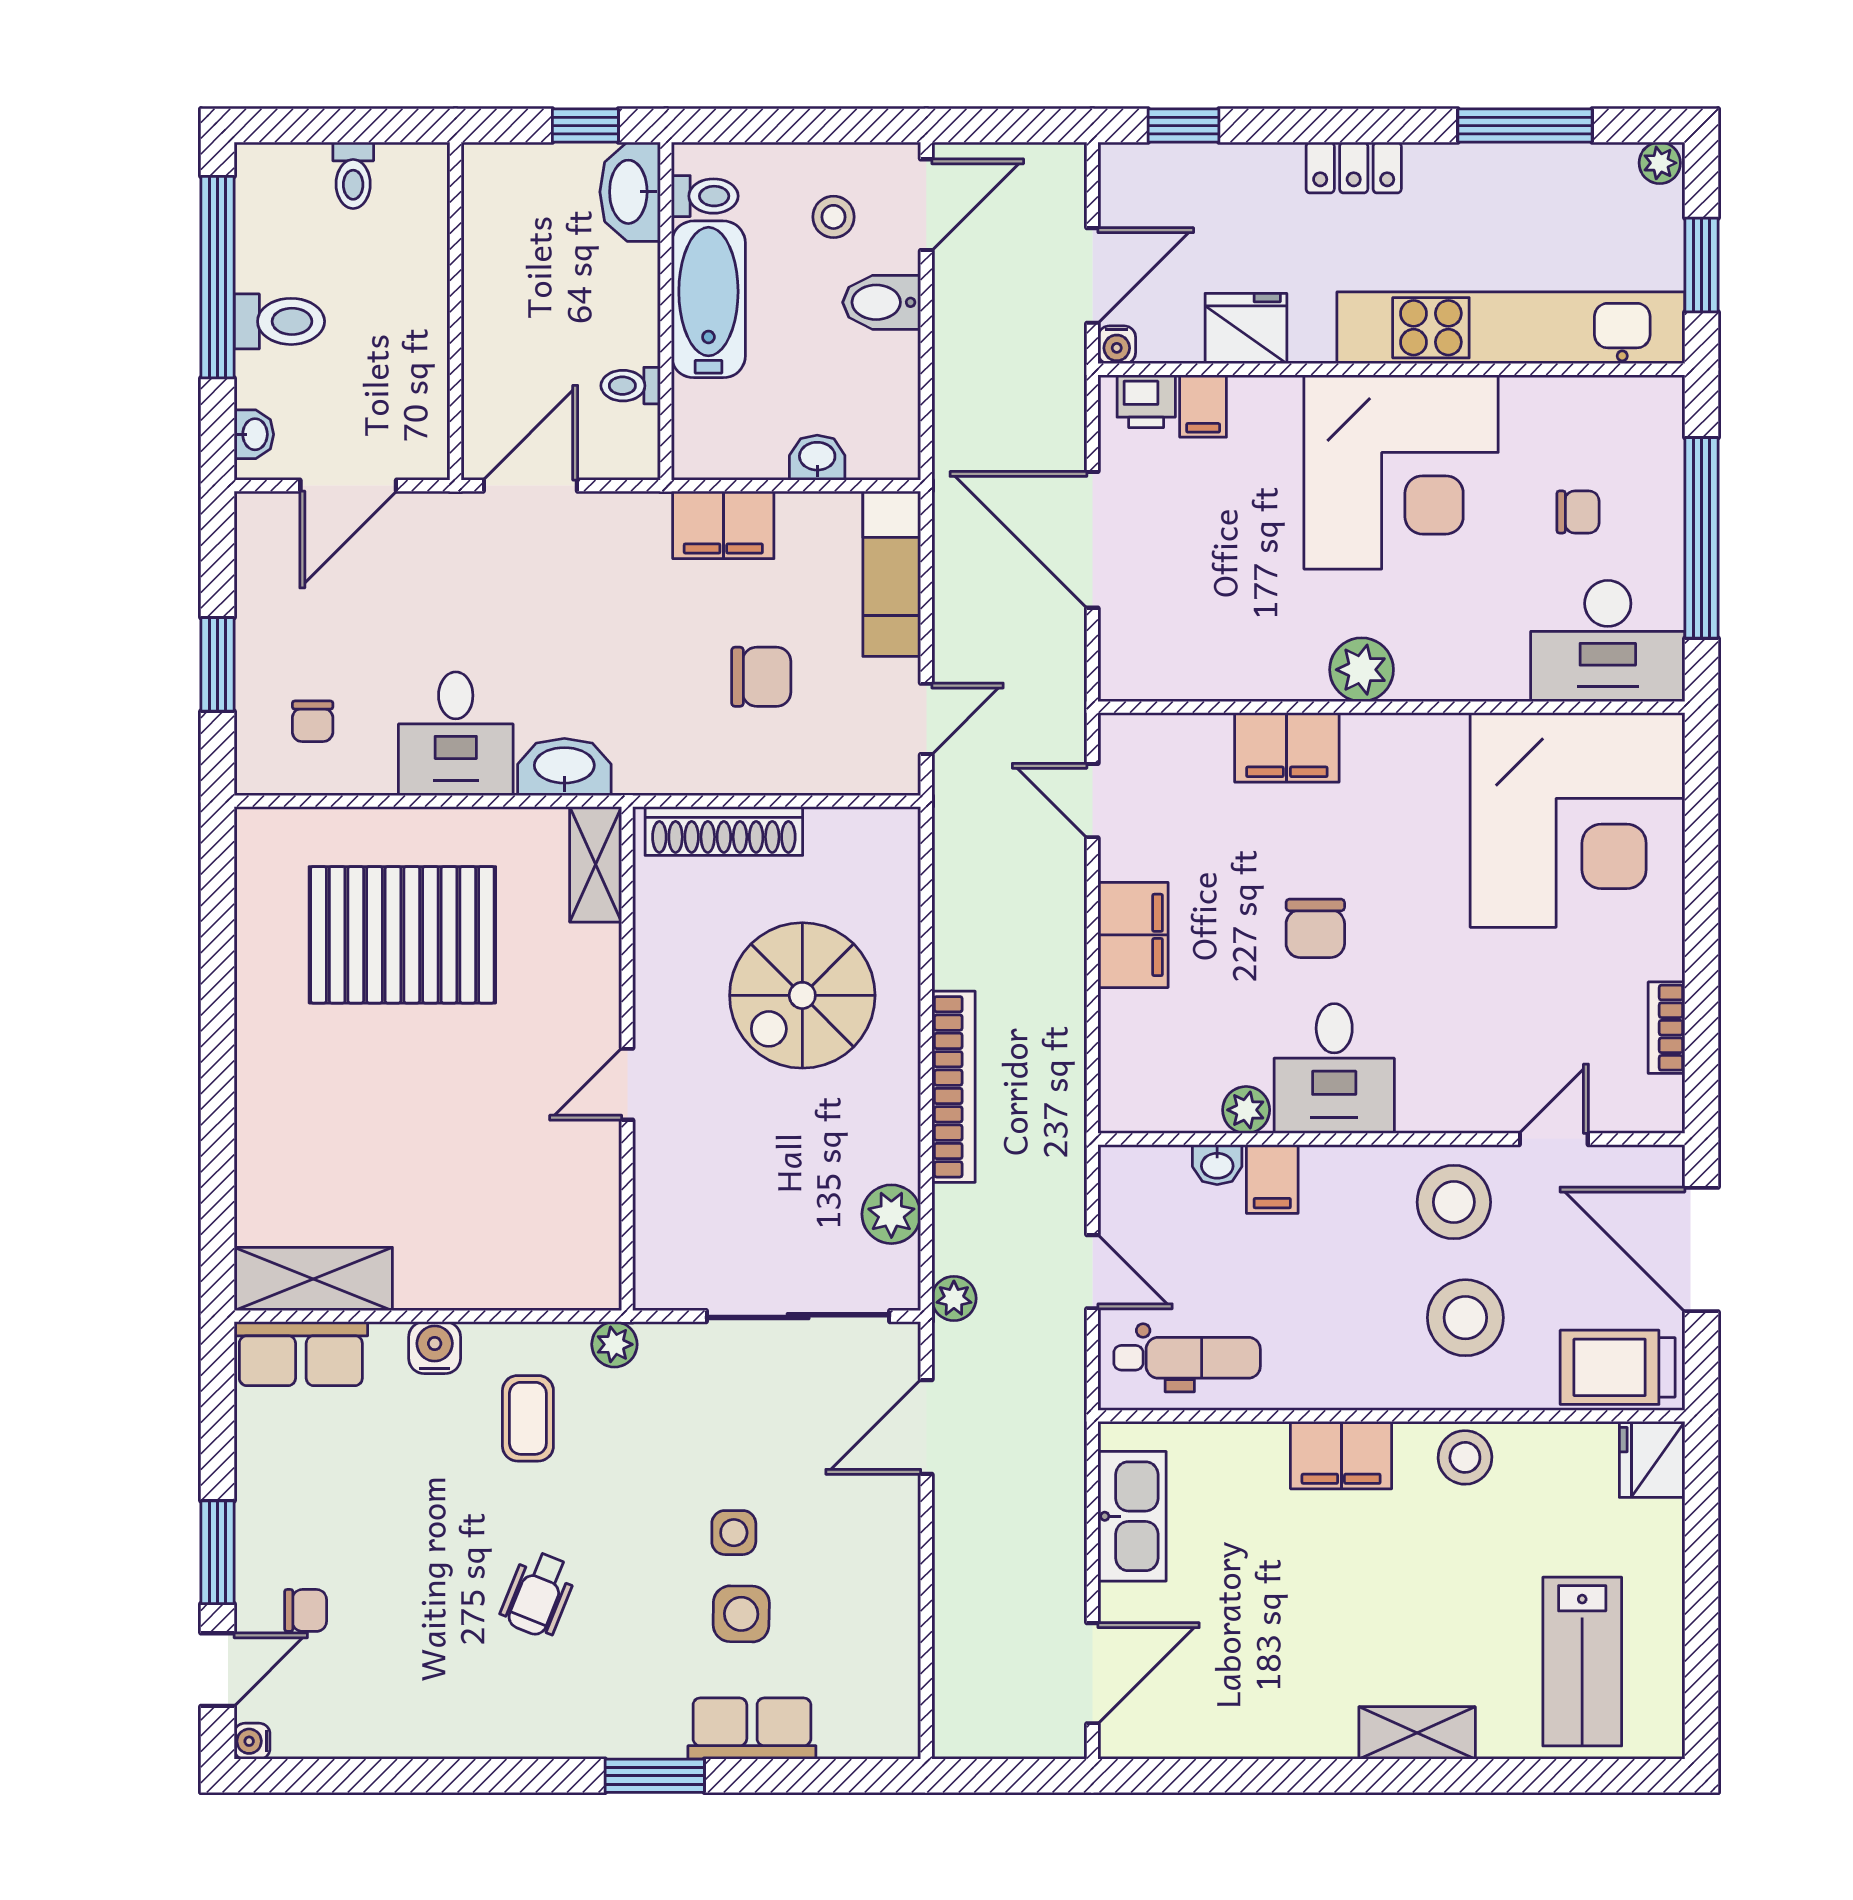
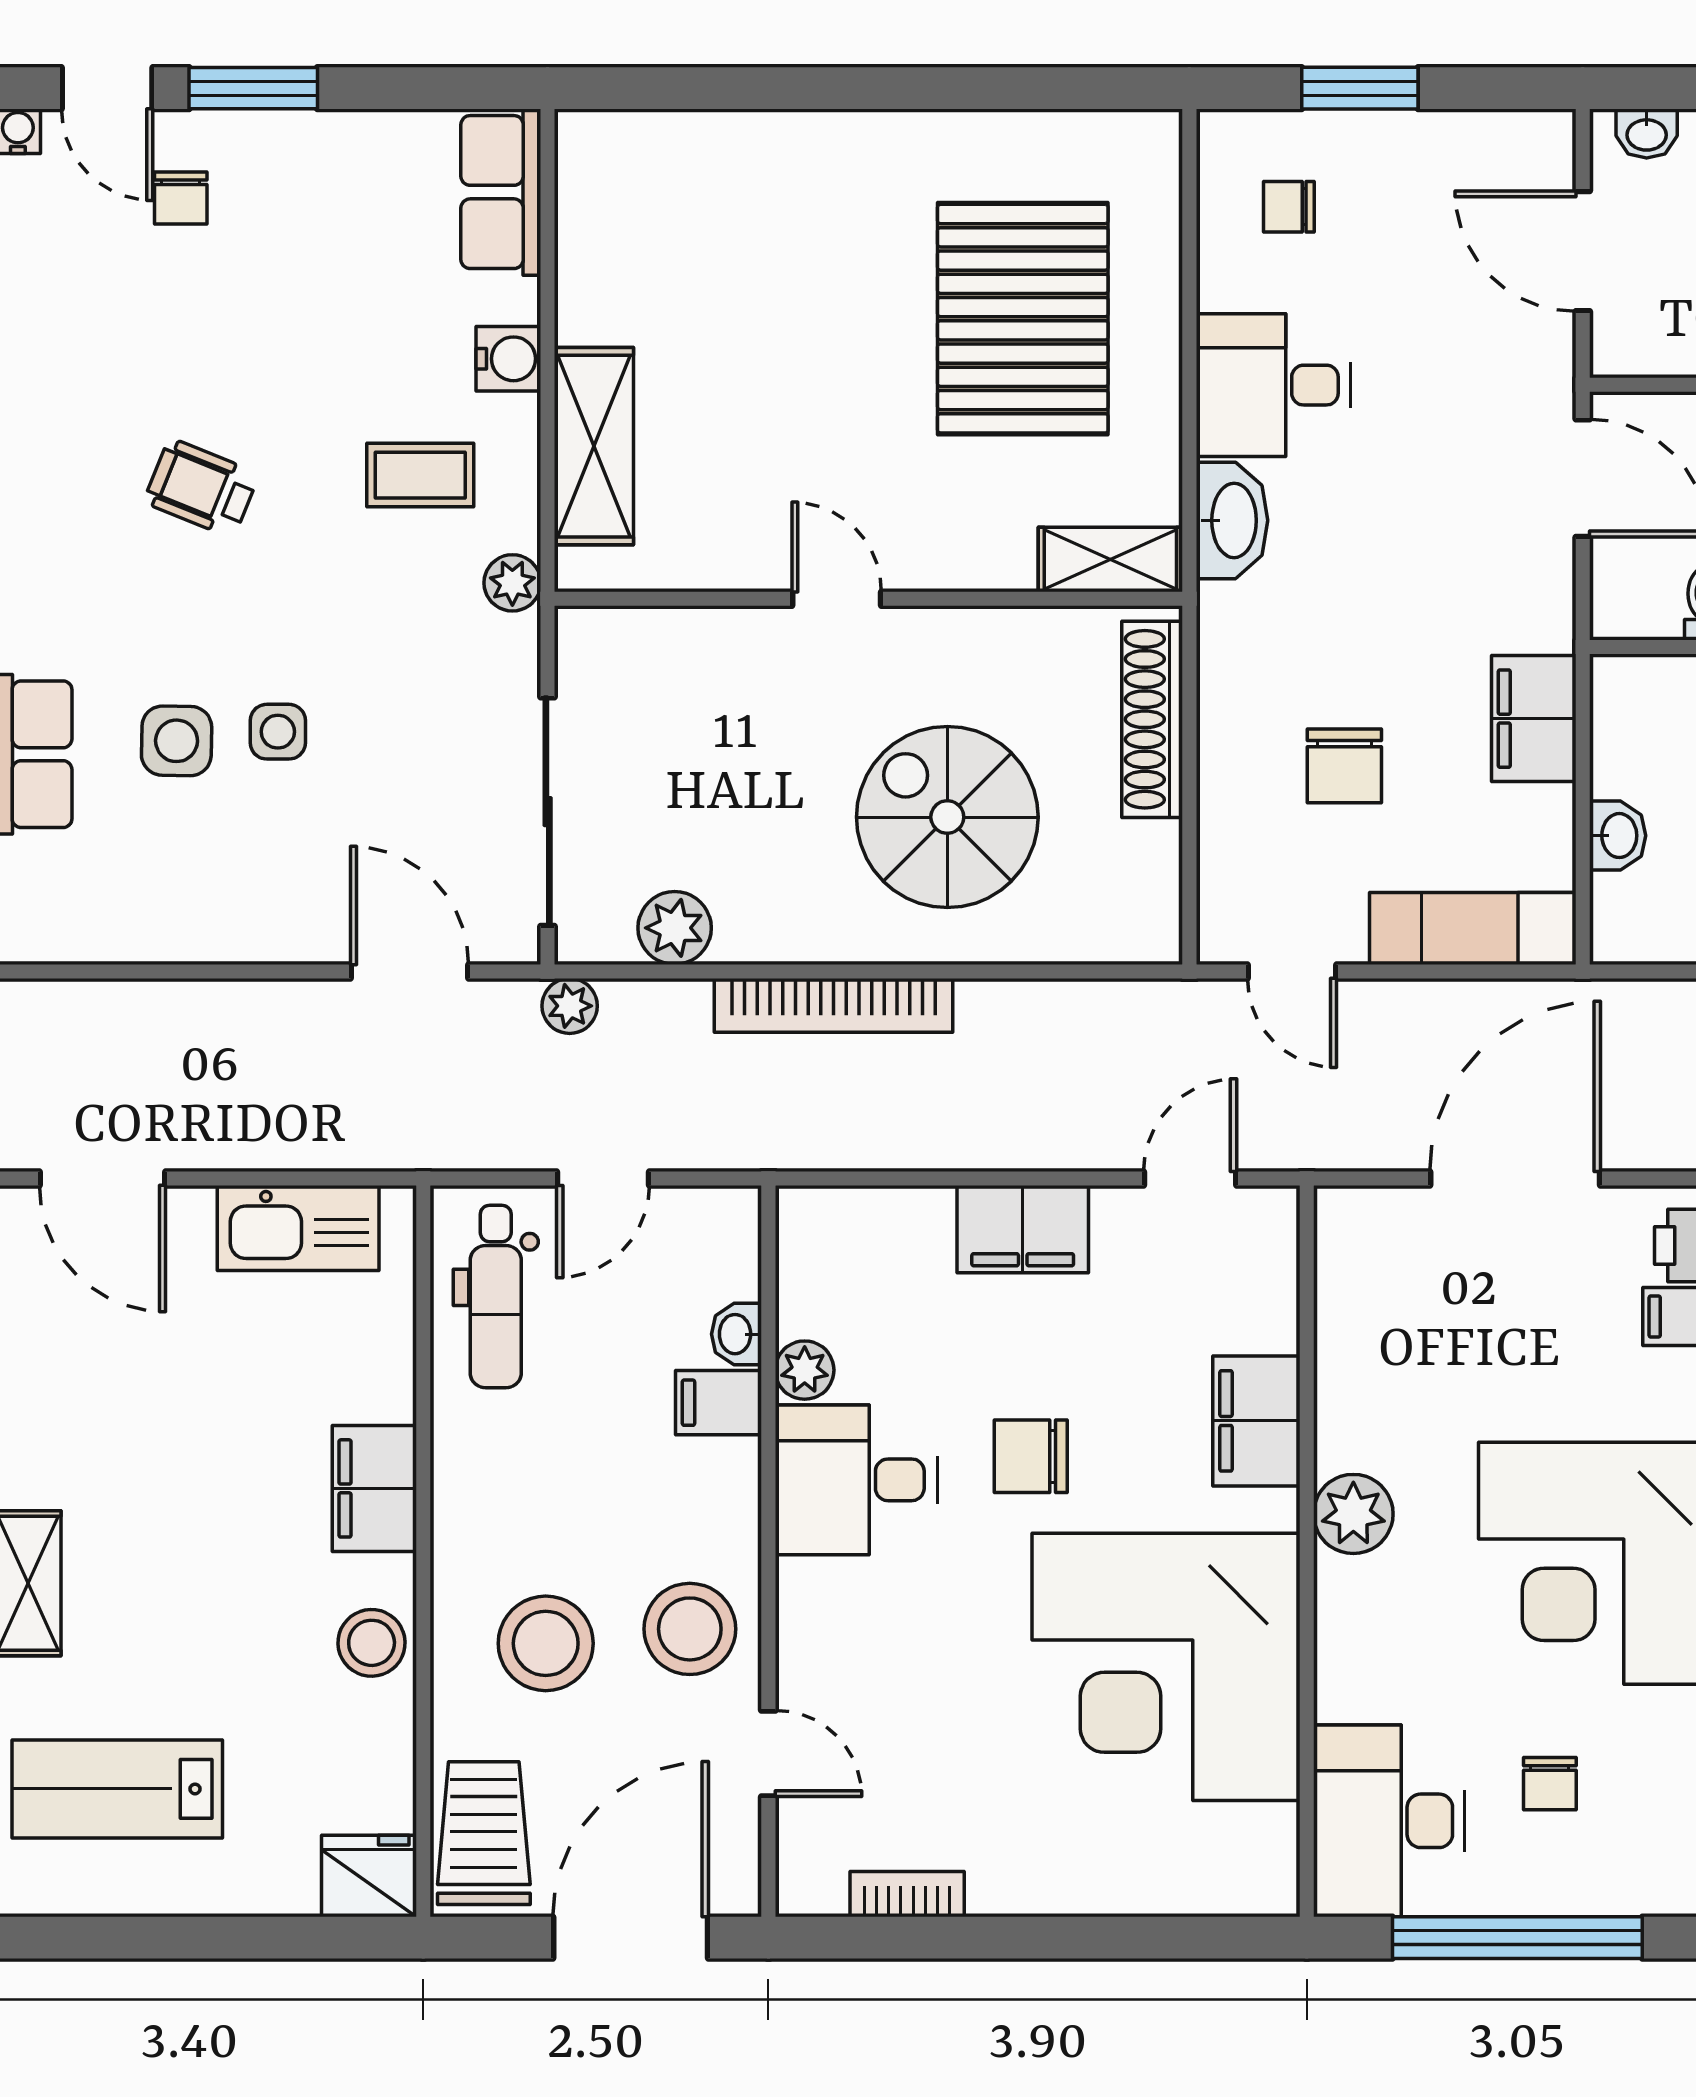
corner desk: (1578, 820) -> (1166, 1667), moved
shelving: (313, 1279) -> (594, 446), moved

